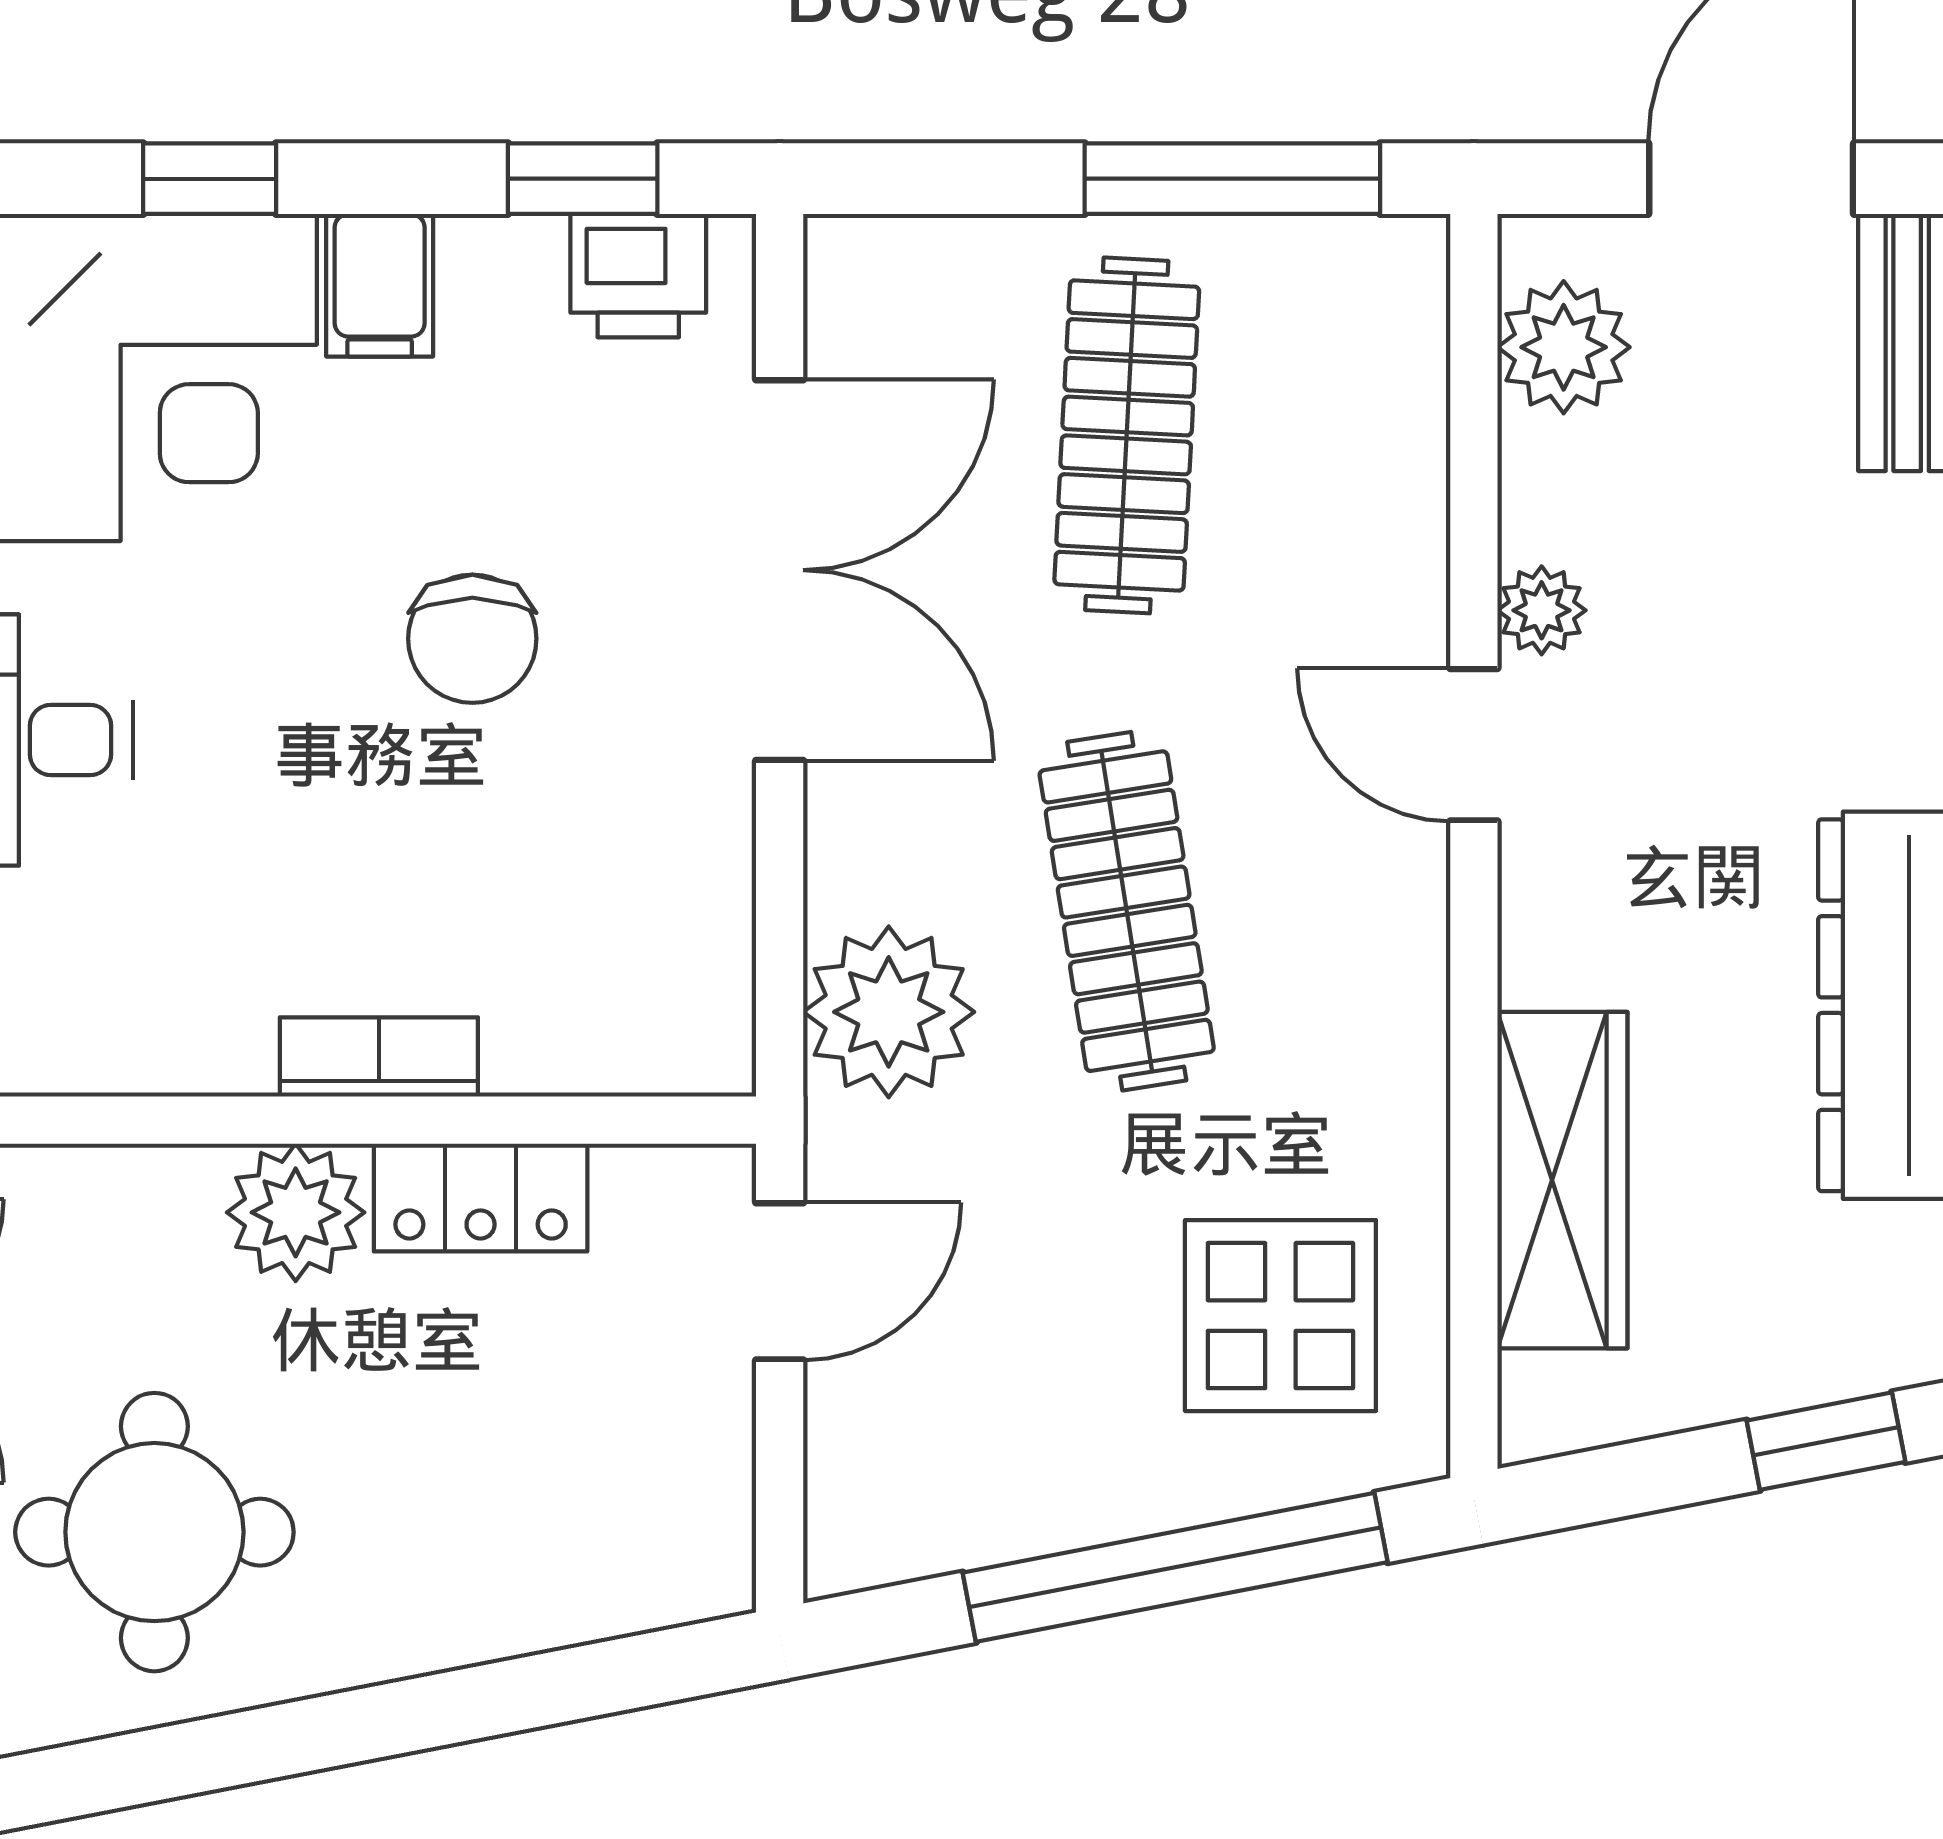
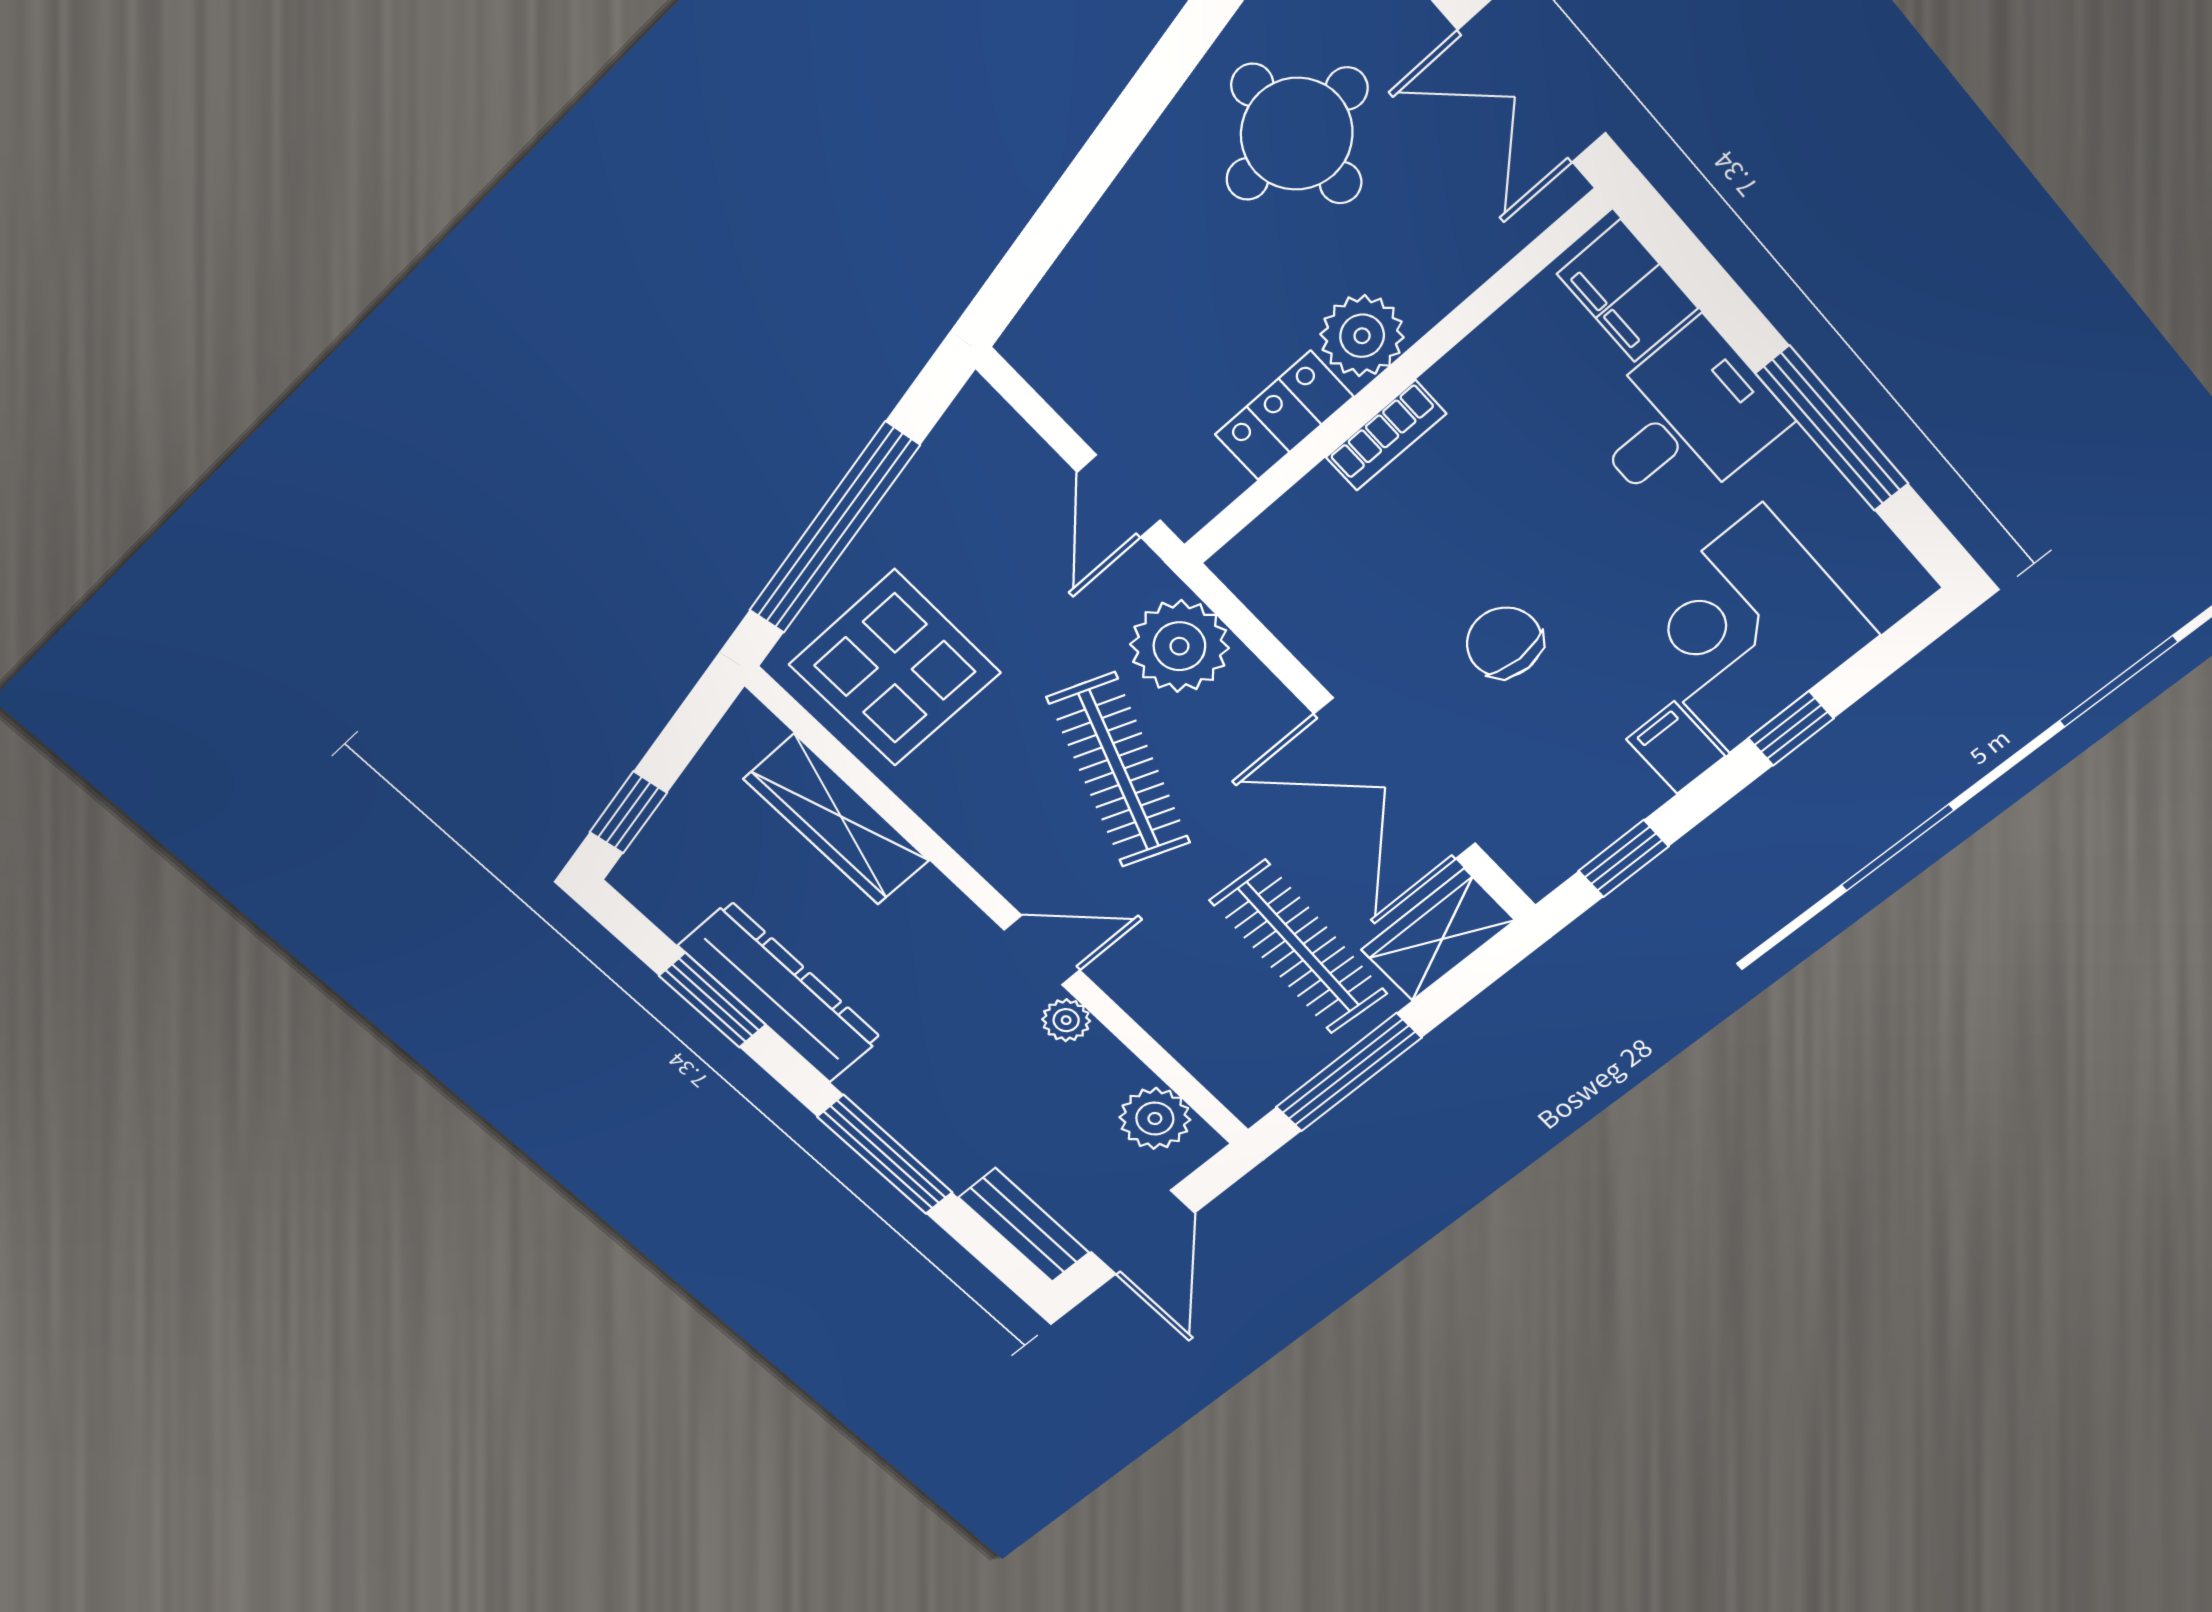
printer: (638, 276) -> (1564, 841), removed
wardrobe: (925, 285) -> (1438, 935), added
clothes rail: (1127, 911) -> (1119, 770), turned 30
display table: (1280, 1316) -> (895, 668), width x1.36, depth x1.36

